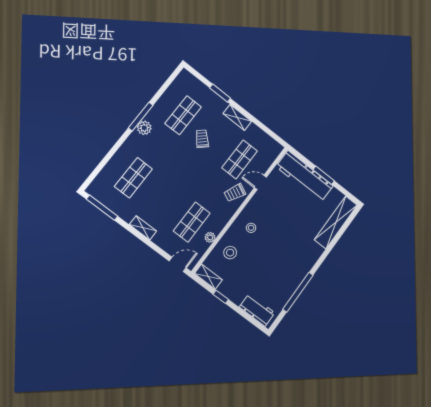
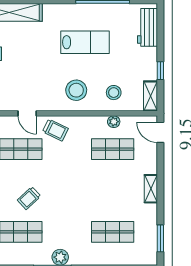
window: (102, 208) -> (160, 238), width x0.69
stool: (251, 228) -> (76, 90), width x1.89, depth x1.89
lab bench: (279, 259) -> (85, 42), added

